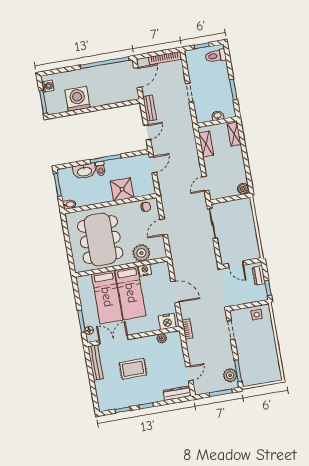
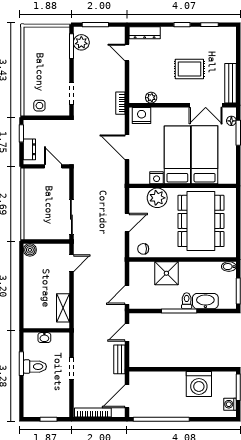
toilet: (216, 56) -> (35, 367), moved
shelving: (234, 134) -> (29, 313), removed
door: (189, 374) -> (127, 52), hinge flipped

